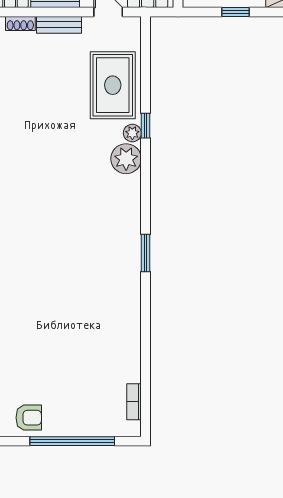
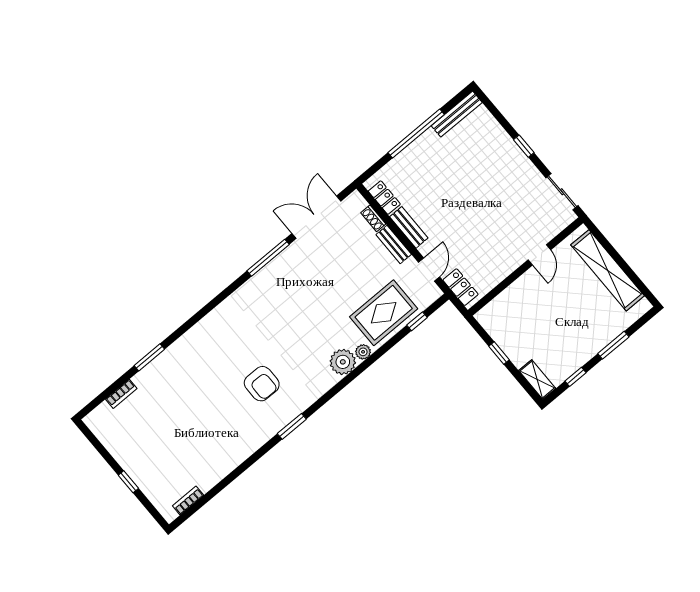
window: (146, 126) -> (417, 321), moved
armchair: (29, 418) -> (262, 384), moved, width x1.38, depth x1.38
window: (72, 441) -> (128, 482), width x0.32

